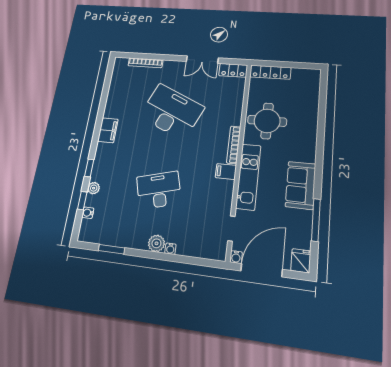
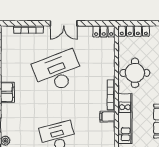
double door: (202, 60) -> (64, 23), moved
desk: (171, 112) -> (58, 72), turned -45

